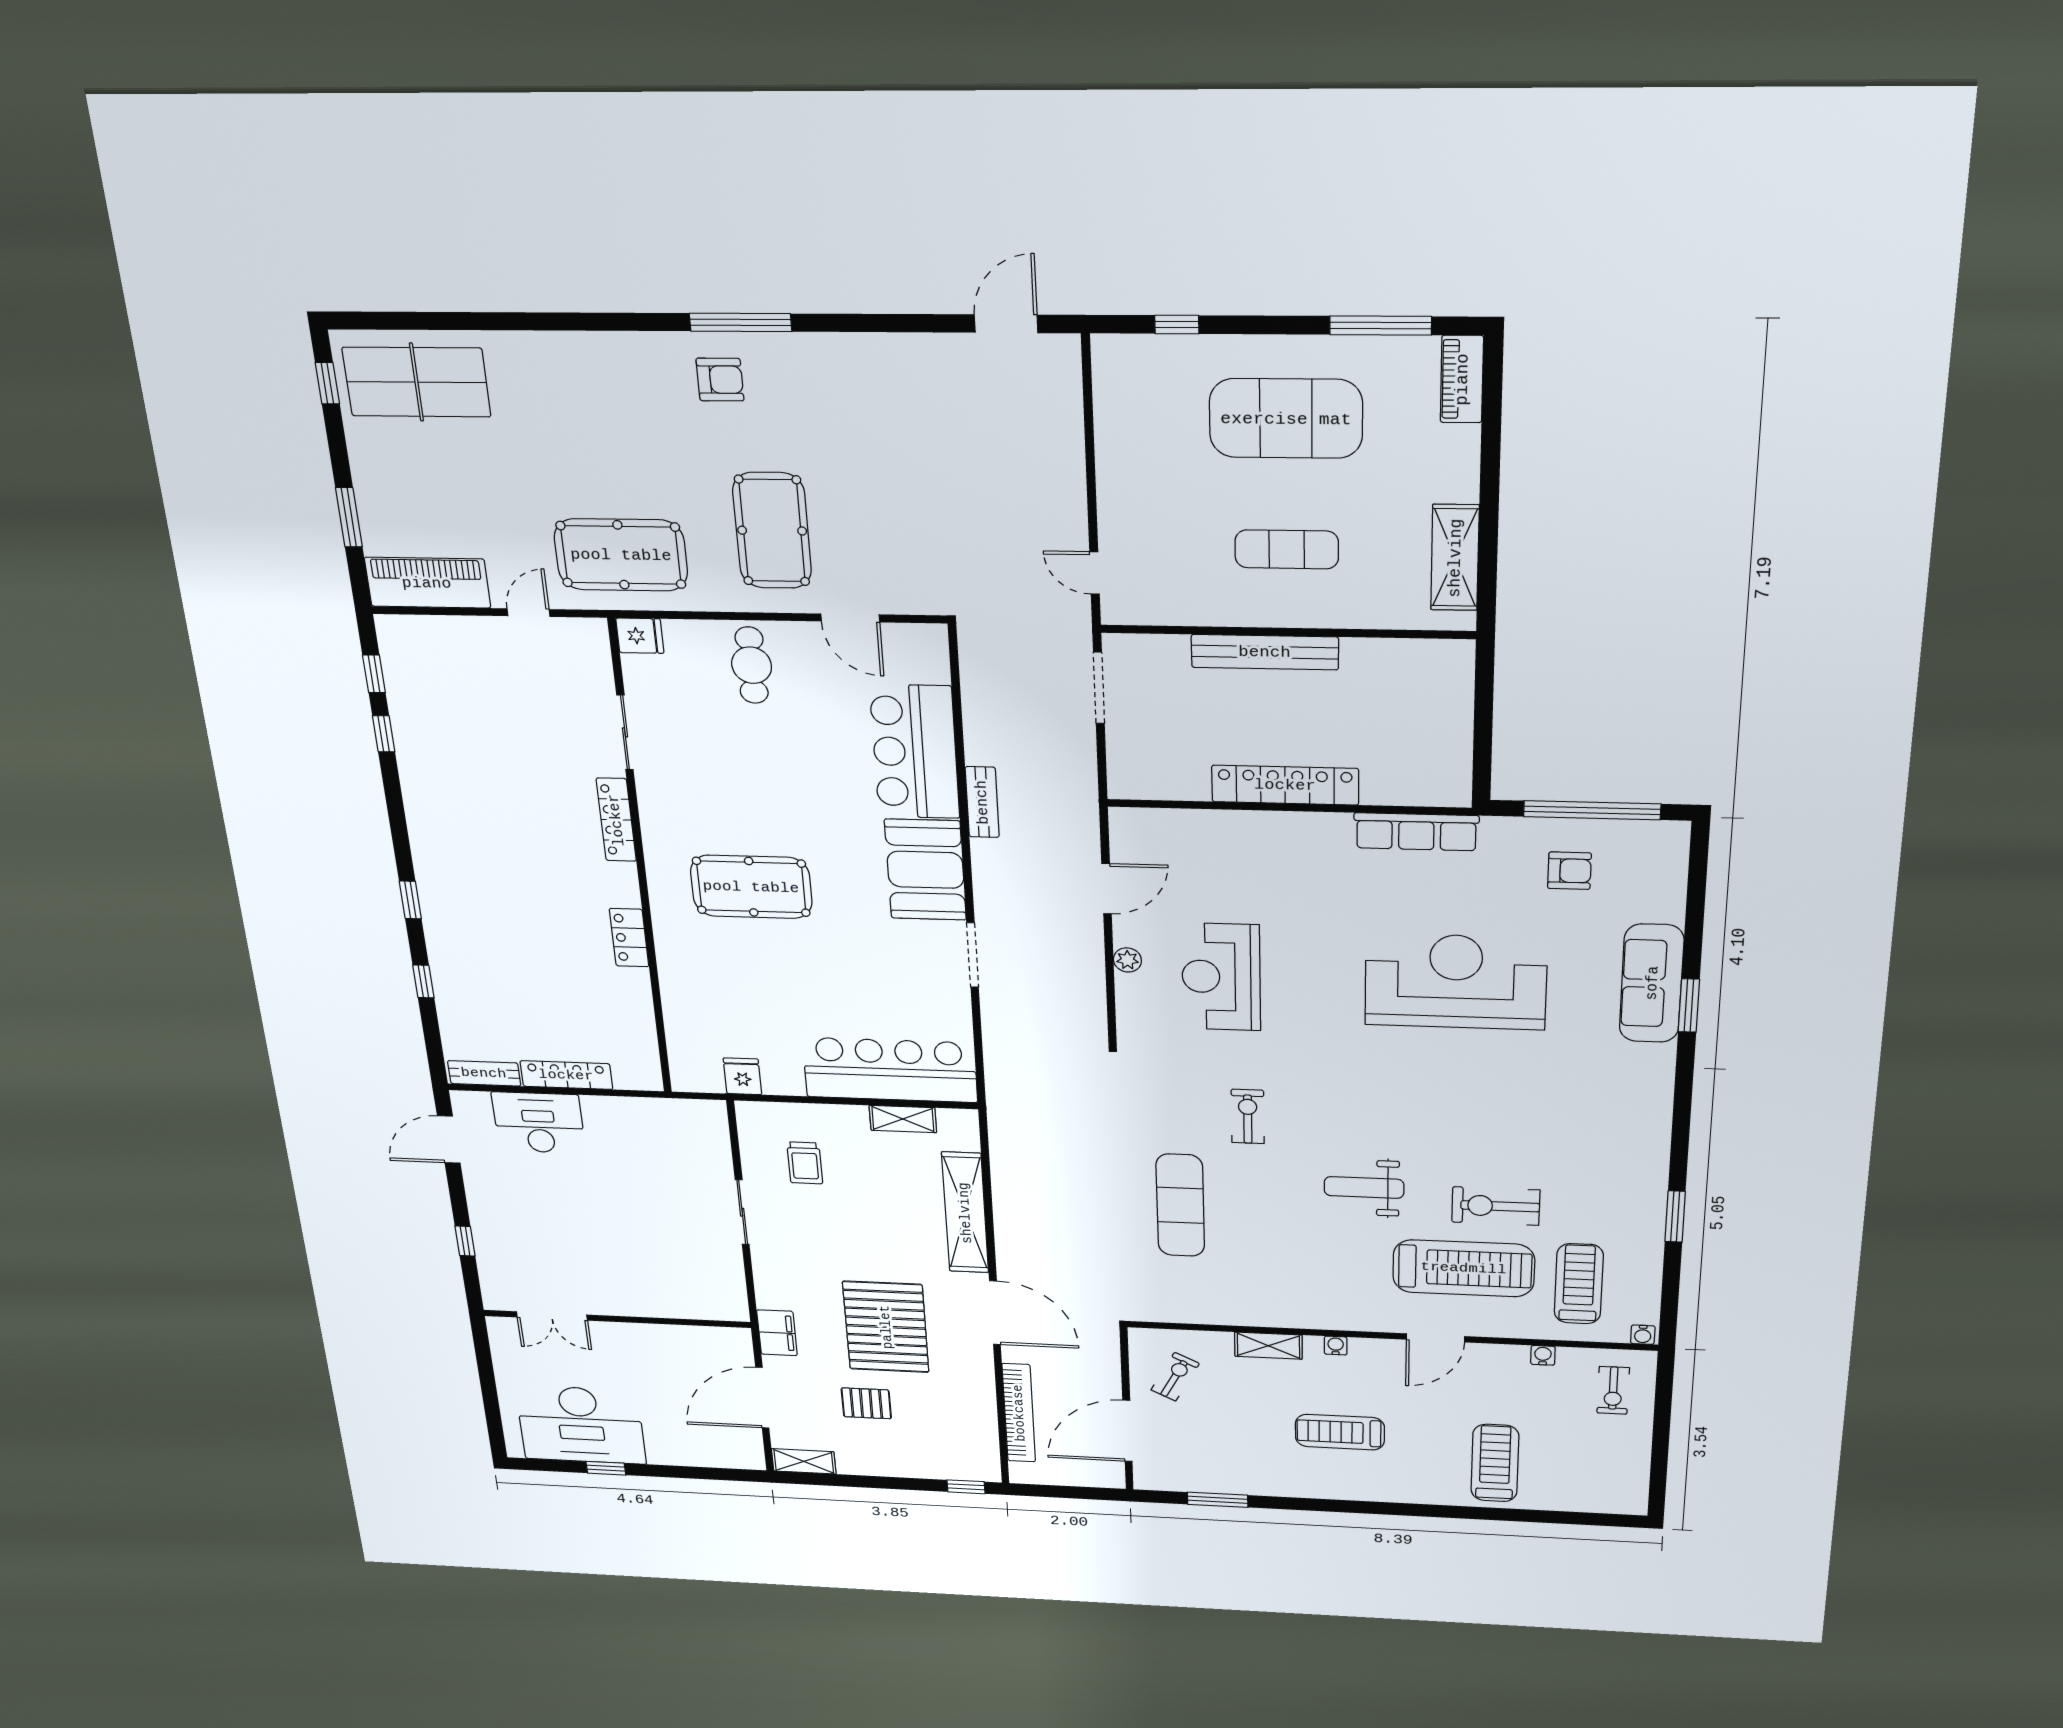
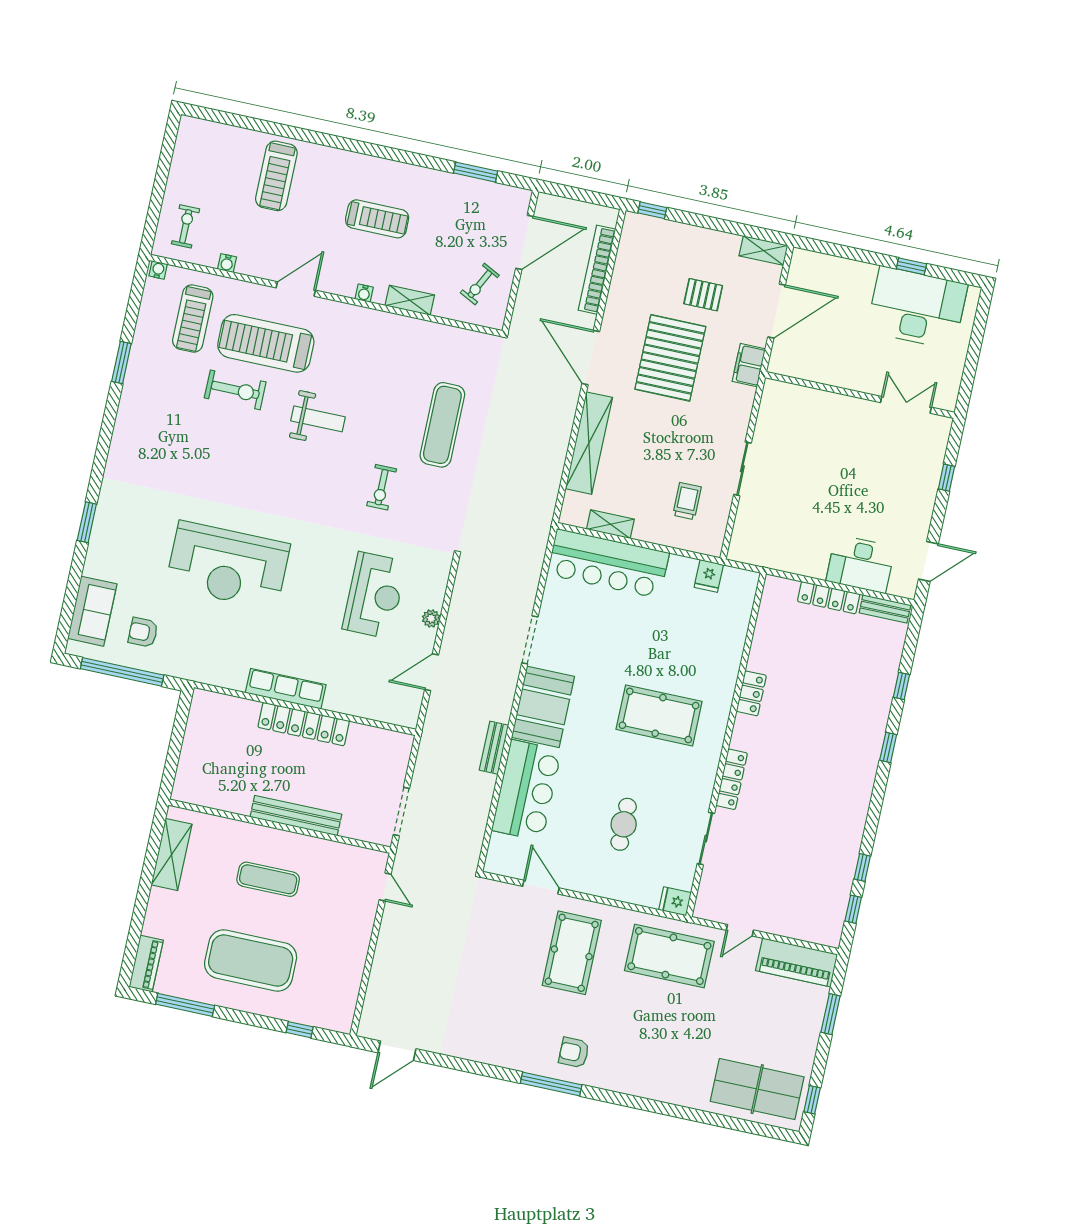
cafe table: (752, 665) -> (624, 824), moved
row of seats: (1416, 832) -> (286, 689), moved
sofa: (1652, 983) -> (92, 611), moved, width x0.73

